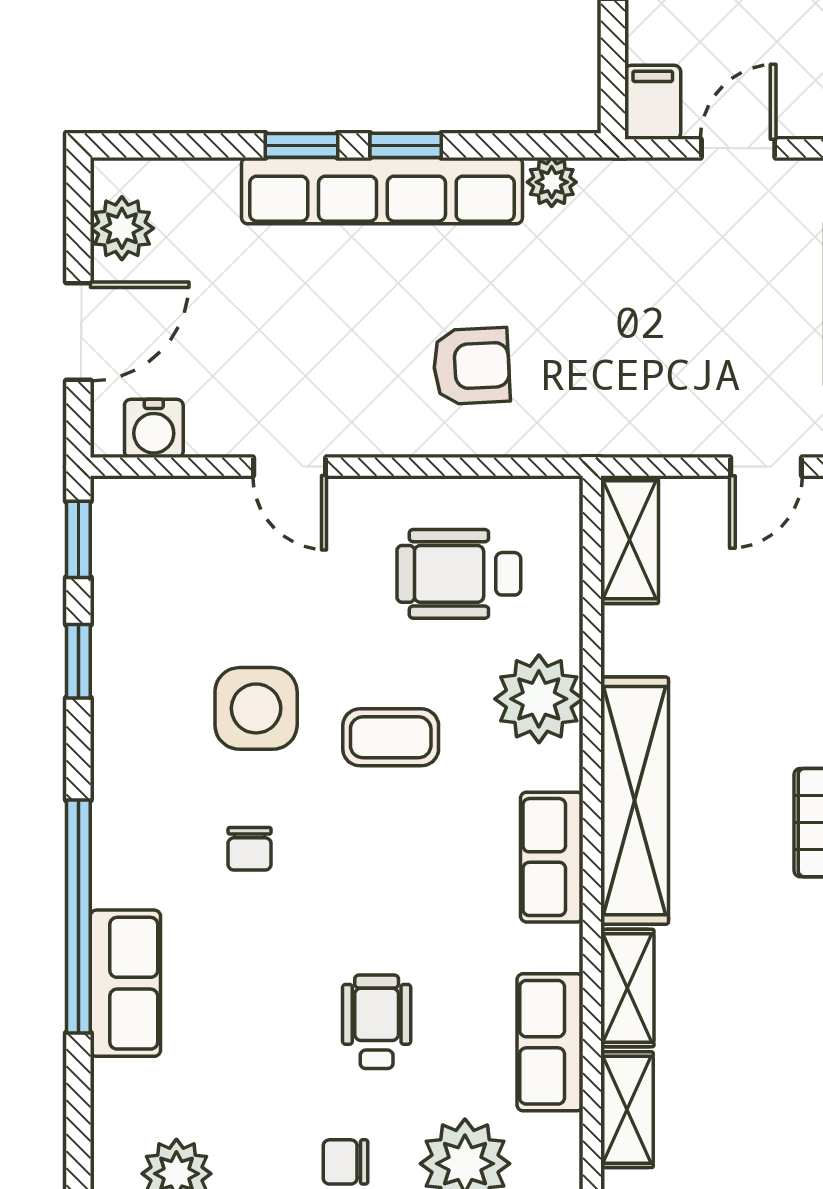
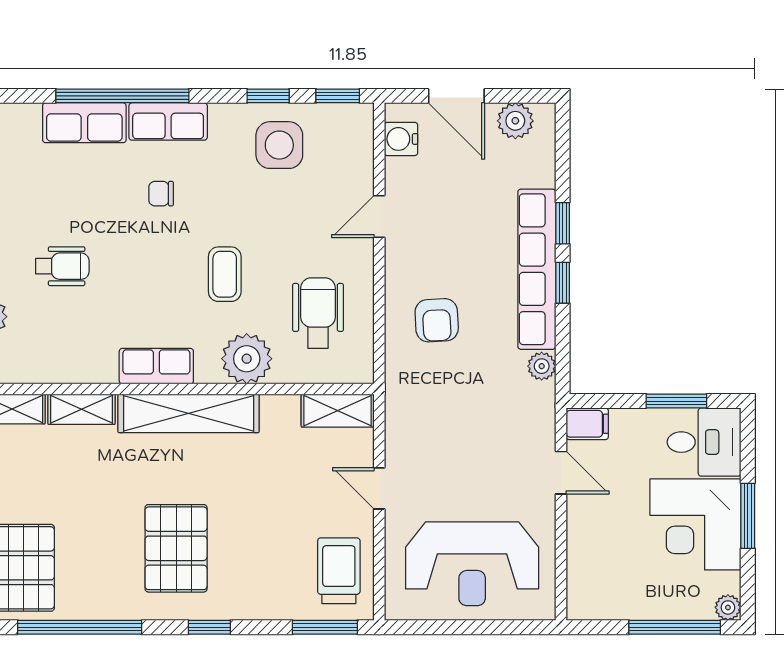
side table: (256, 708) -> (279, 145), moved
row of seats: (550, 1042) -> (168, 121), moved, turned 180

